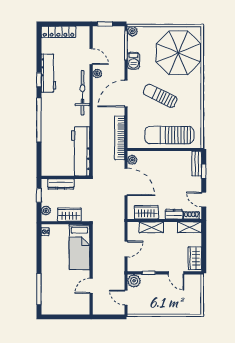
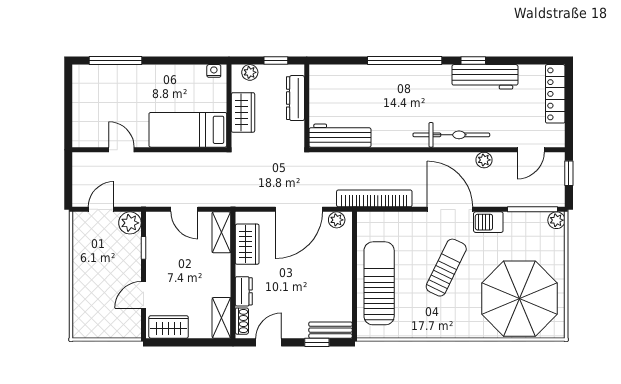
door: (91, 56) -> (531, 150), moved
barbecue: (134, 61) -> (488, 222), moved
workbench: (81, 151) -> (340, 136), width x0.73, depth x0.76
shelving: (151, 227) -> (221, 232), moved

